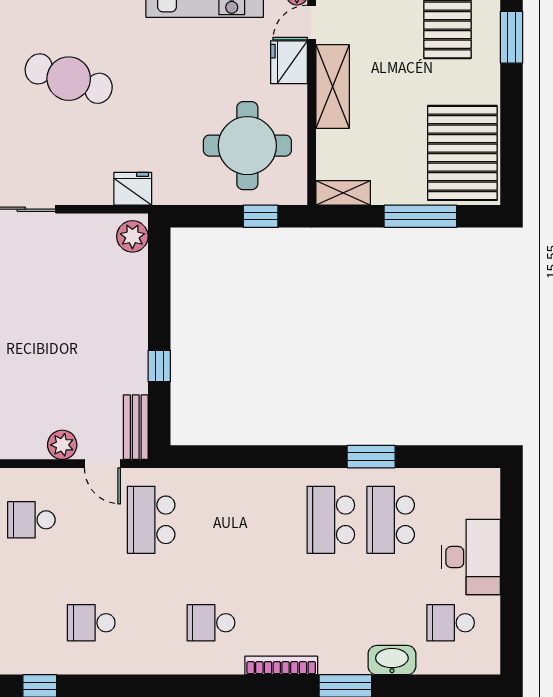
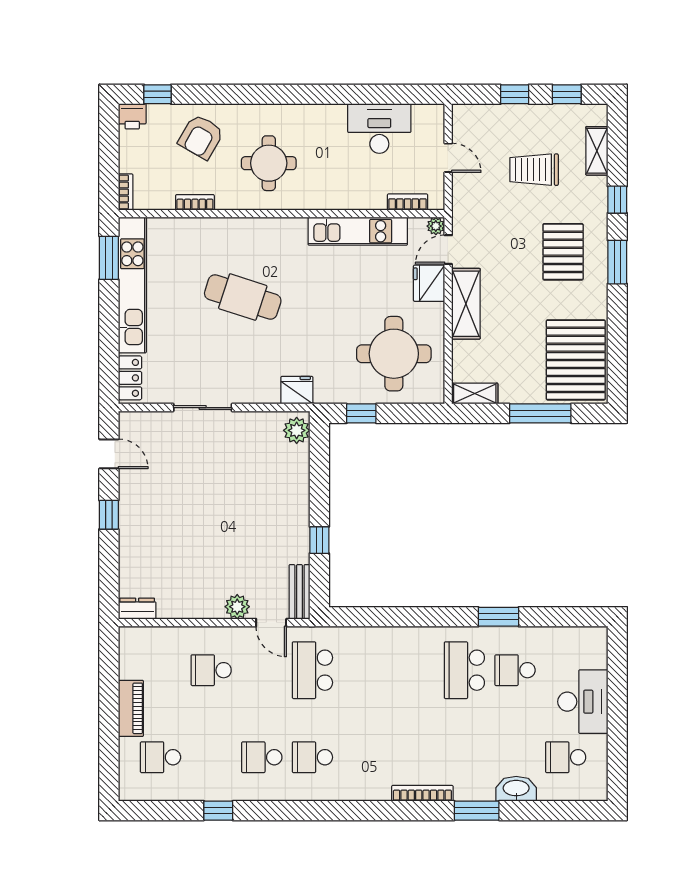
window: (261, 216) -> (361, 413), moved
school desk: (391, 520) -> (515, 670), width x0.54
school desk: (211, 623) -> (312, 757), moved

